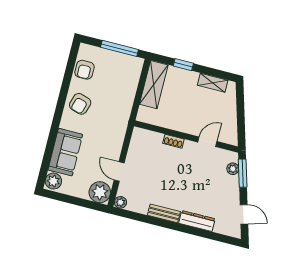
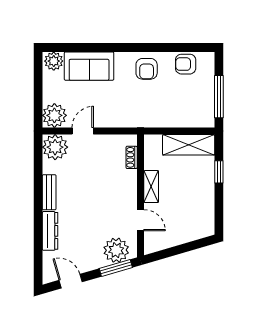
shelving: (213, 83) -> (151, 187), moved
armchair: (80, 104) -> (147, 69), turned -106
shoe rack: (173, 141) -> (132, 157), moved
plant: (233, 169) -> (116, 250), width x1.87, depth x1.87
plant: (121, 202) -> (55, 147), width x1.88, depth x1.88
door: (244, 214) -> (71, 281), swing flipped

